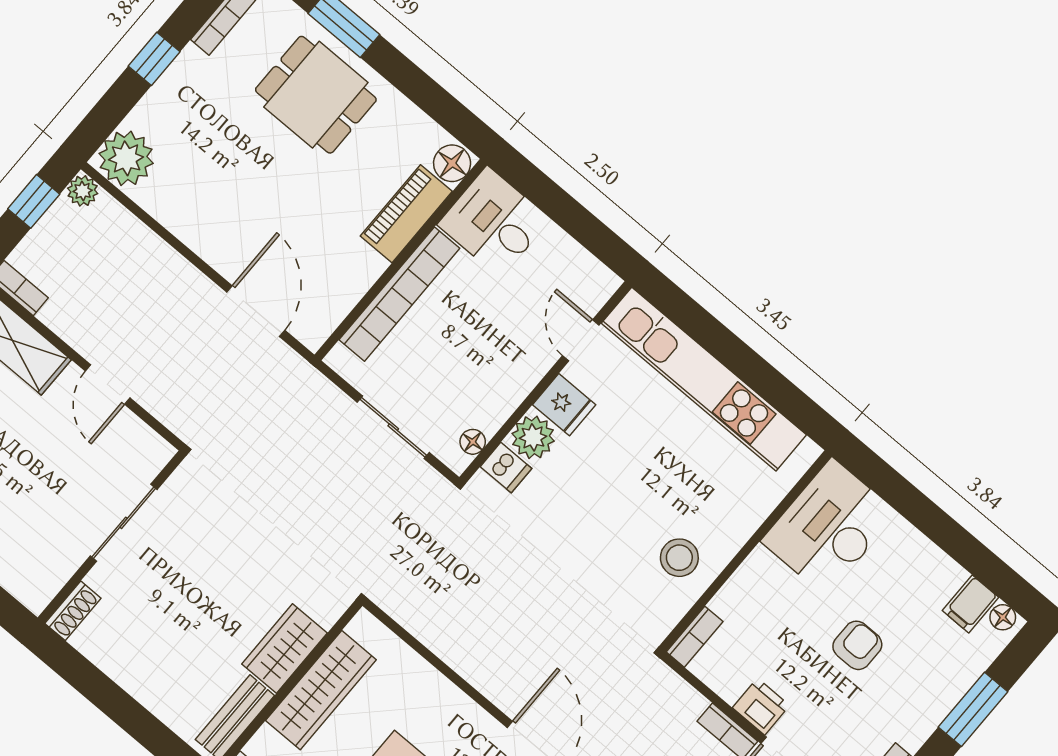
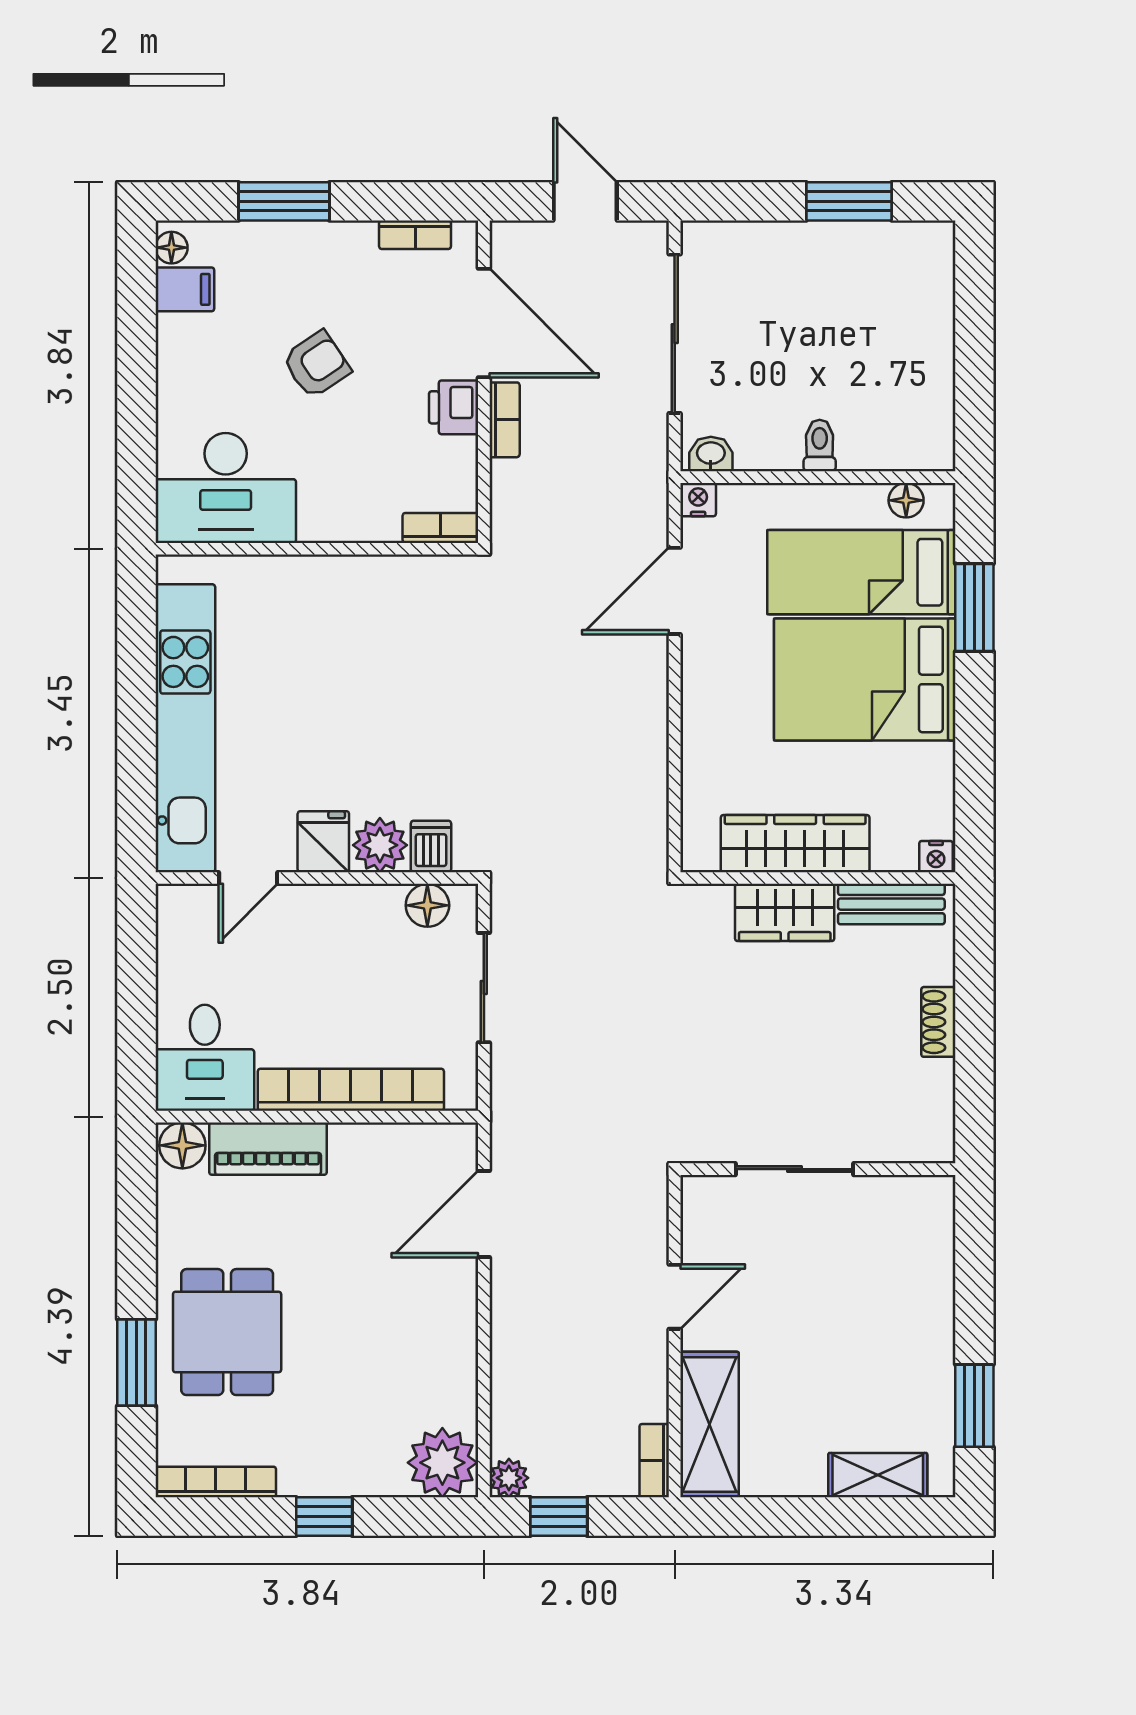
floor lamp: (473, 442) -> (427, 905), width x1.37, depth x1.37
stool: (679, 558) -> (377, 607), removed
shoe rack: (73, 611) -> (938, 1022), moved, turned -90
armchair: (857, 645) -> (316, 365), turned 146

